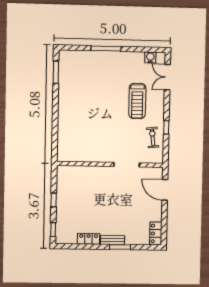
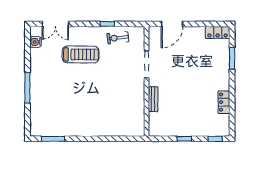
bench: (113, 240) -> (153, 99), moved
window: (120, 247) -> (232, 58), moved

